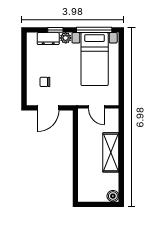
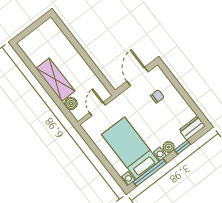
dresser: (48, 39) -> (192, 128), moved
door: (96, 107) -> (97, 109), hinge flipped
boiler: (113, 196) -> (71, 104), moved

